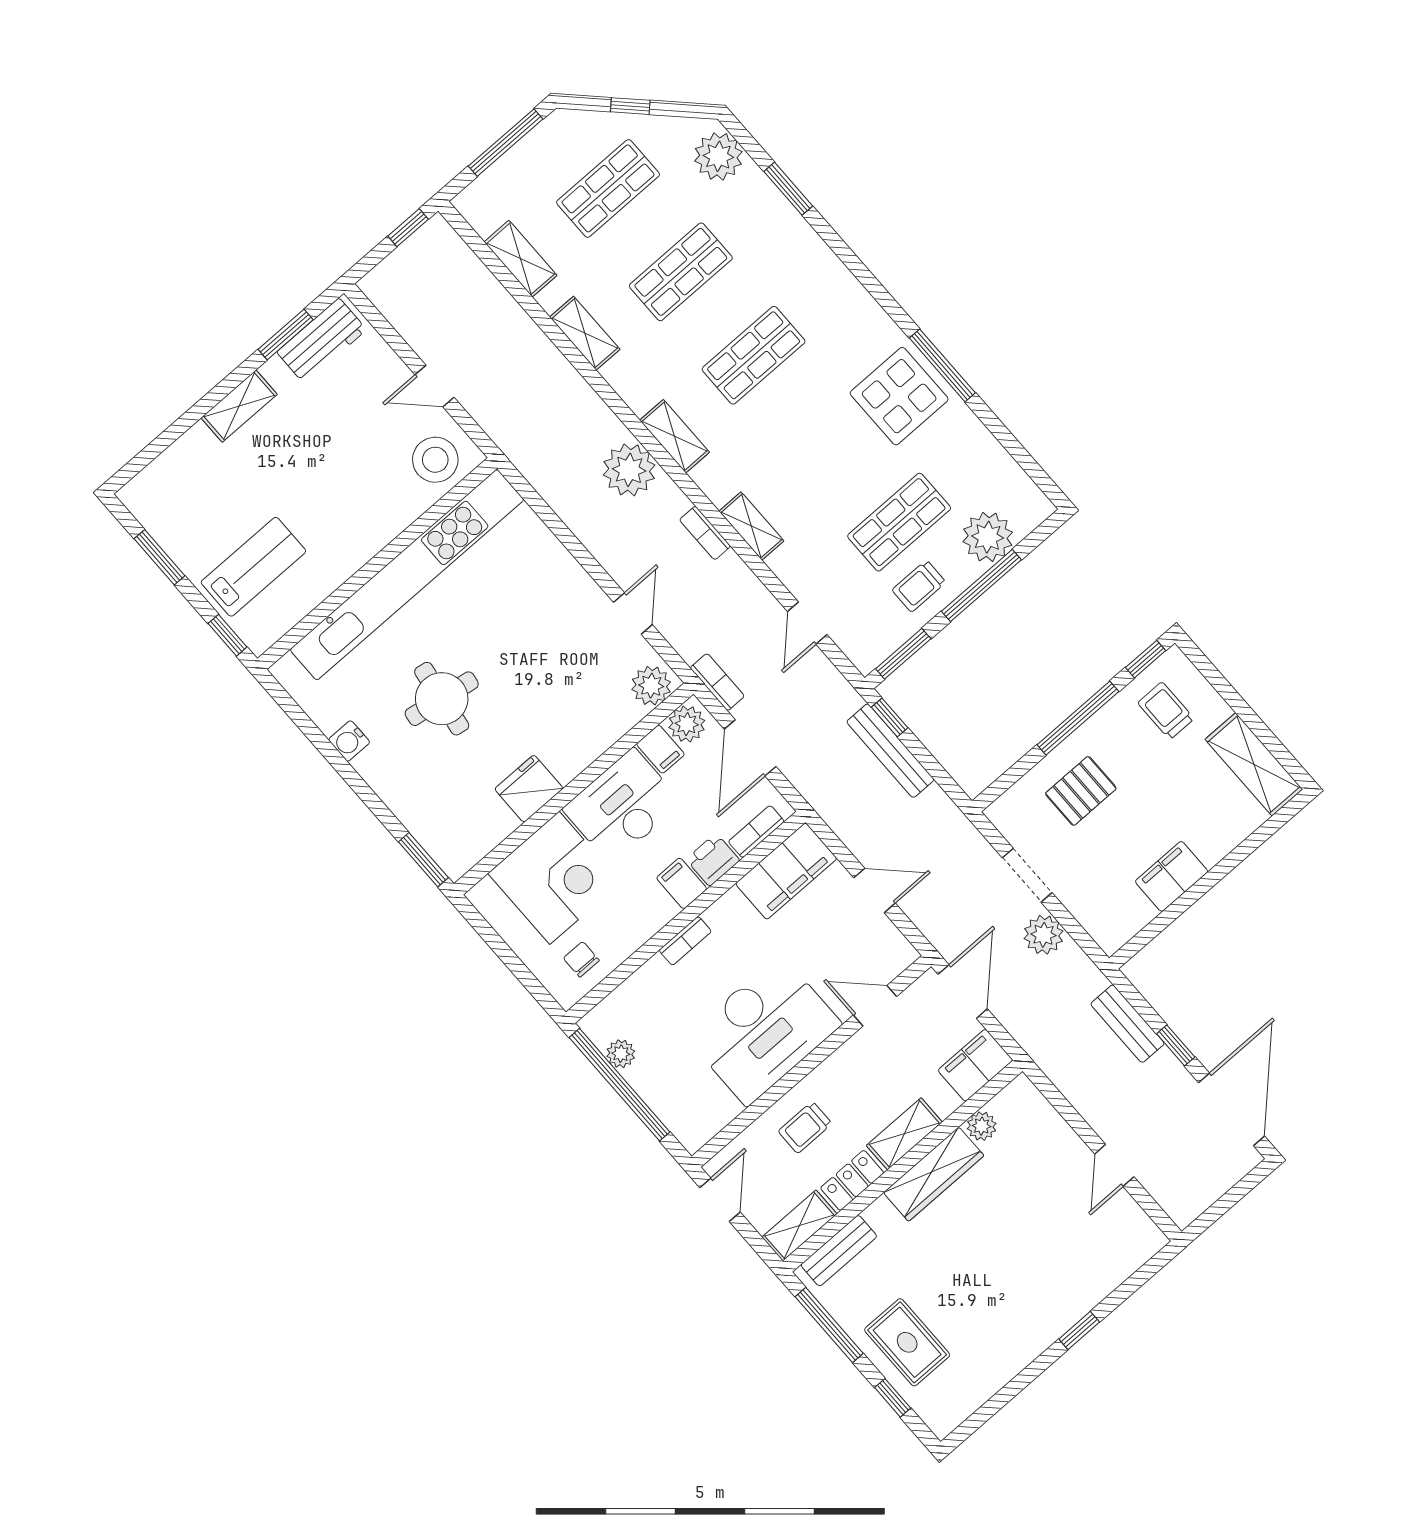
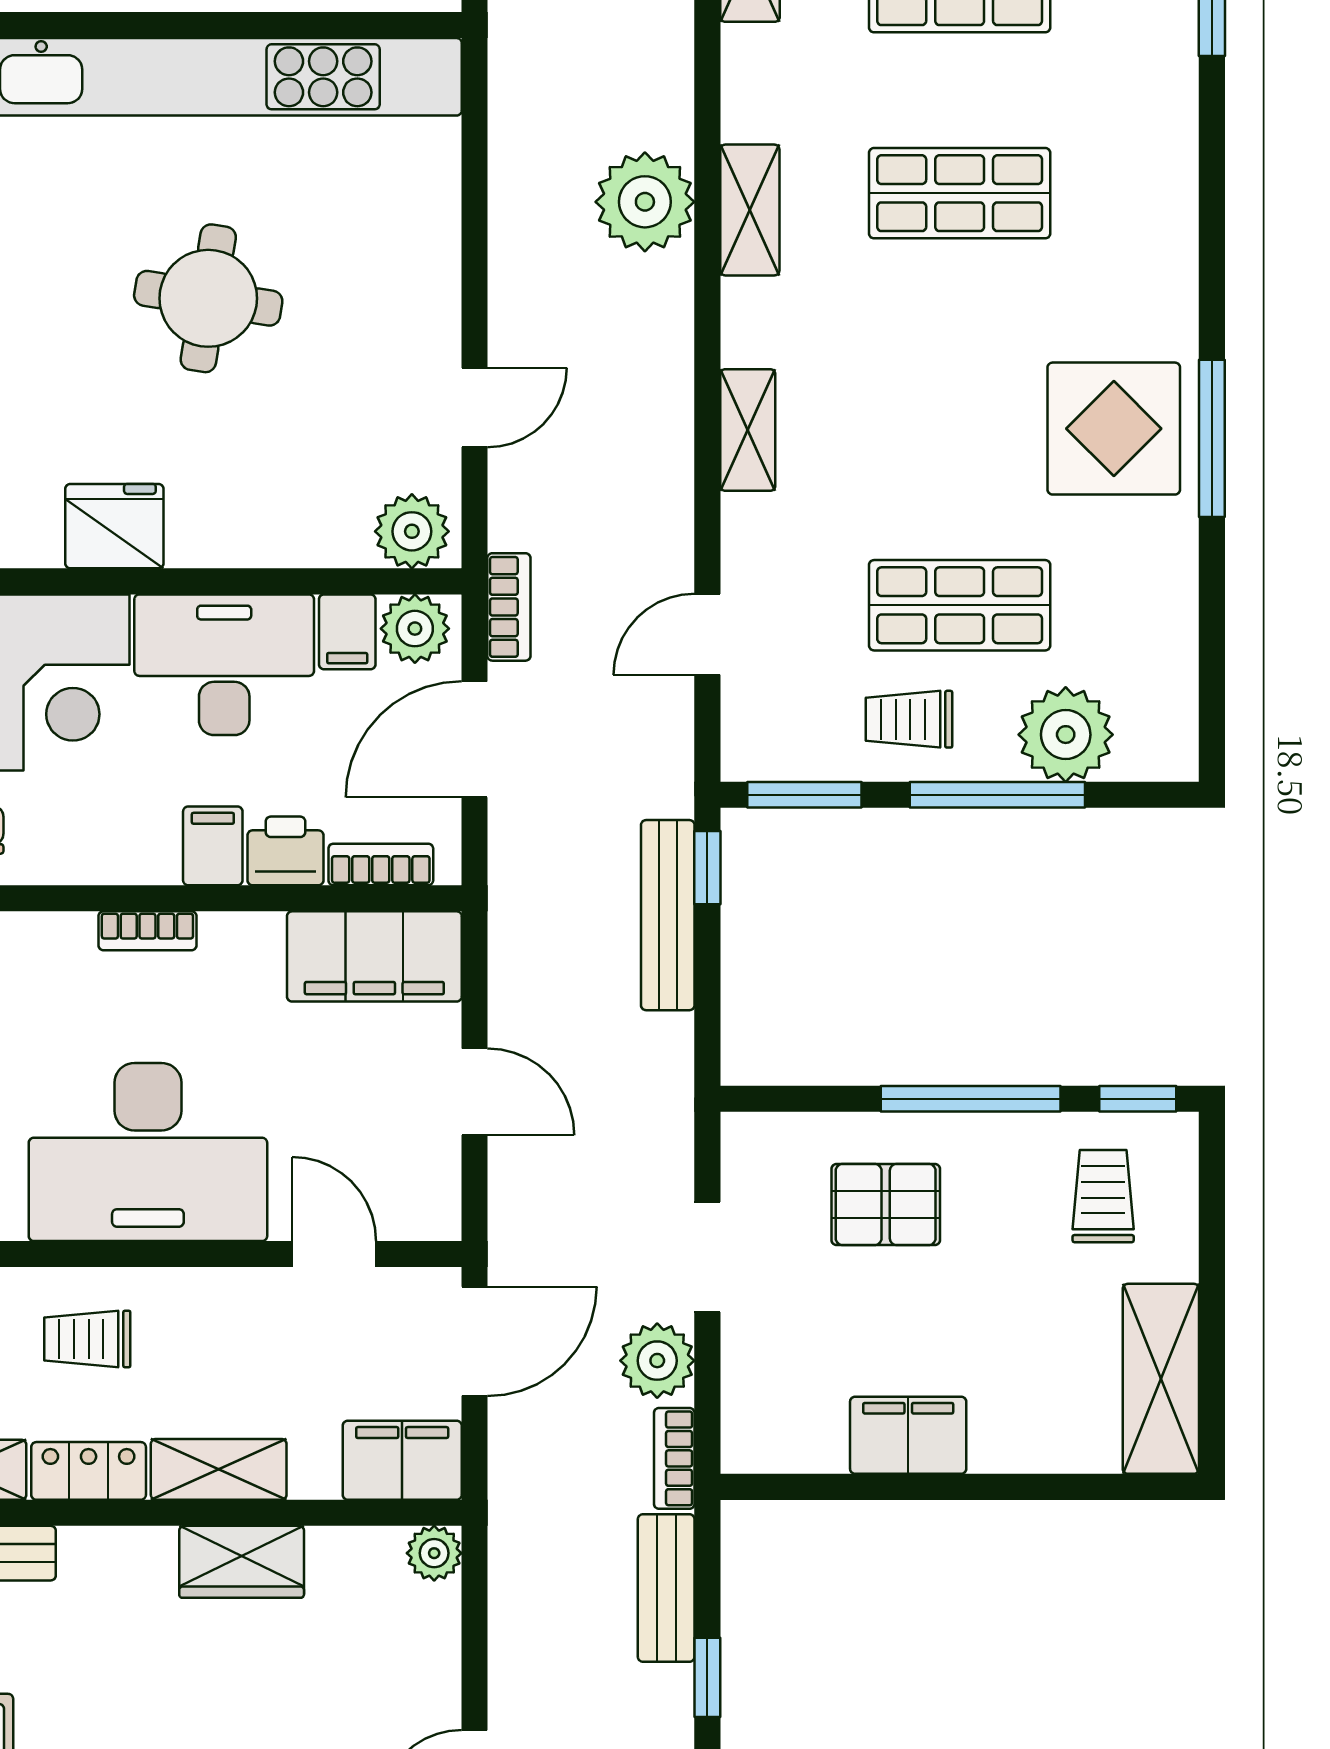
bookcase: (705, 533) -> (674, 1458), moved
round table: (442, 699) -> (208, 298), moved
plant: (982, 1126) -> (434, 1553), moved
wardrobe: (934, 1174) -> (242, 1562), width x0.67

